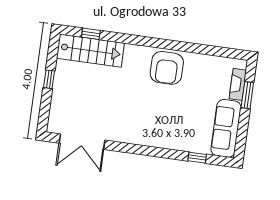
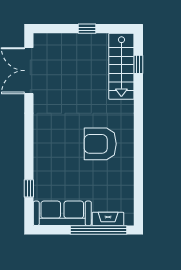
armchair: (167, 68) -> (100, 144), moved
window: (247, 95) -> (99, 230), width x2.11

